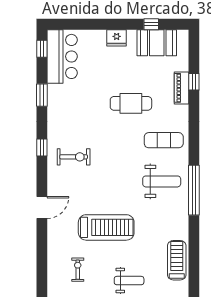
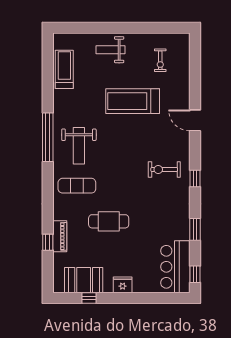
weight bench: (162, 181) -> (79, 146), turned -90
door: (42, 207) -> (195, 120), hinge flipped
treadmill: (177, 260) -> (64, 69), turned 180

